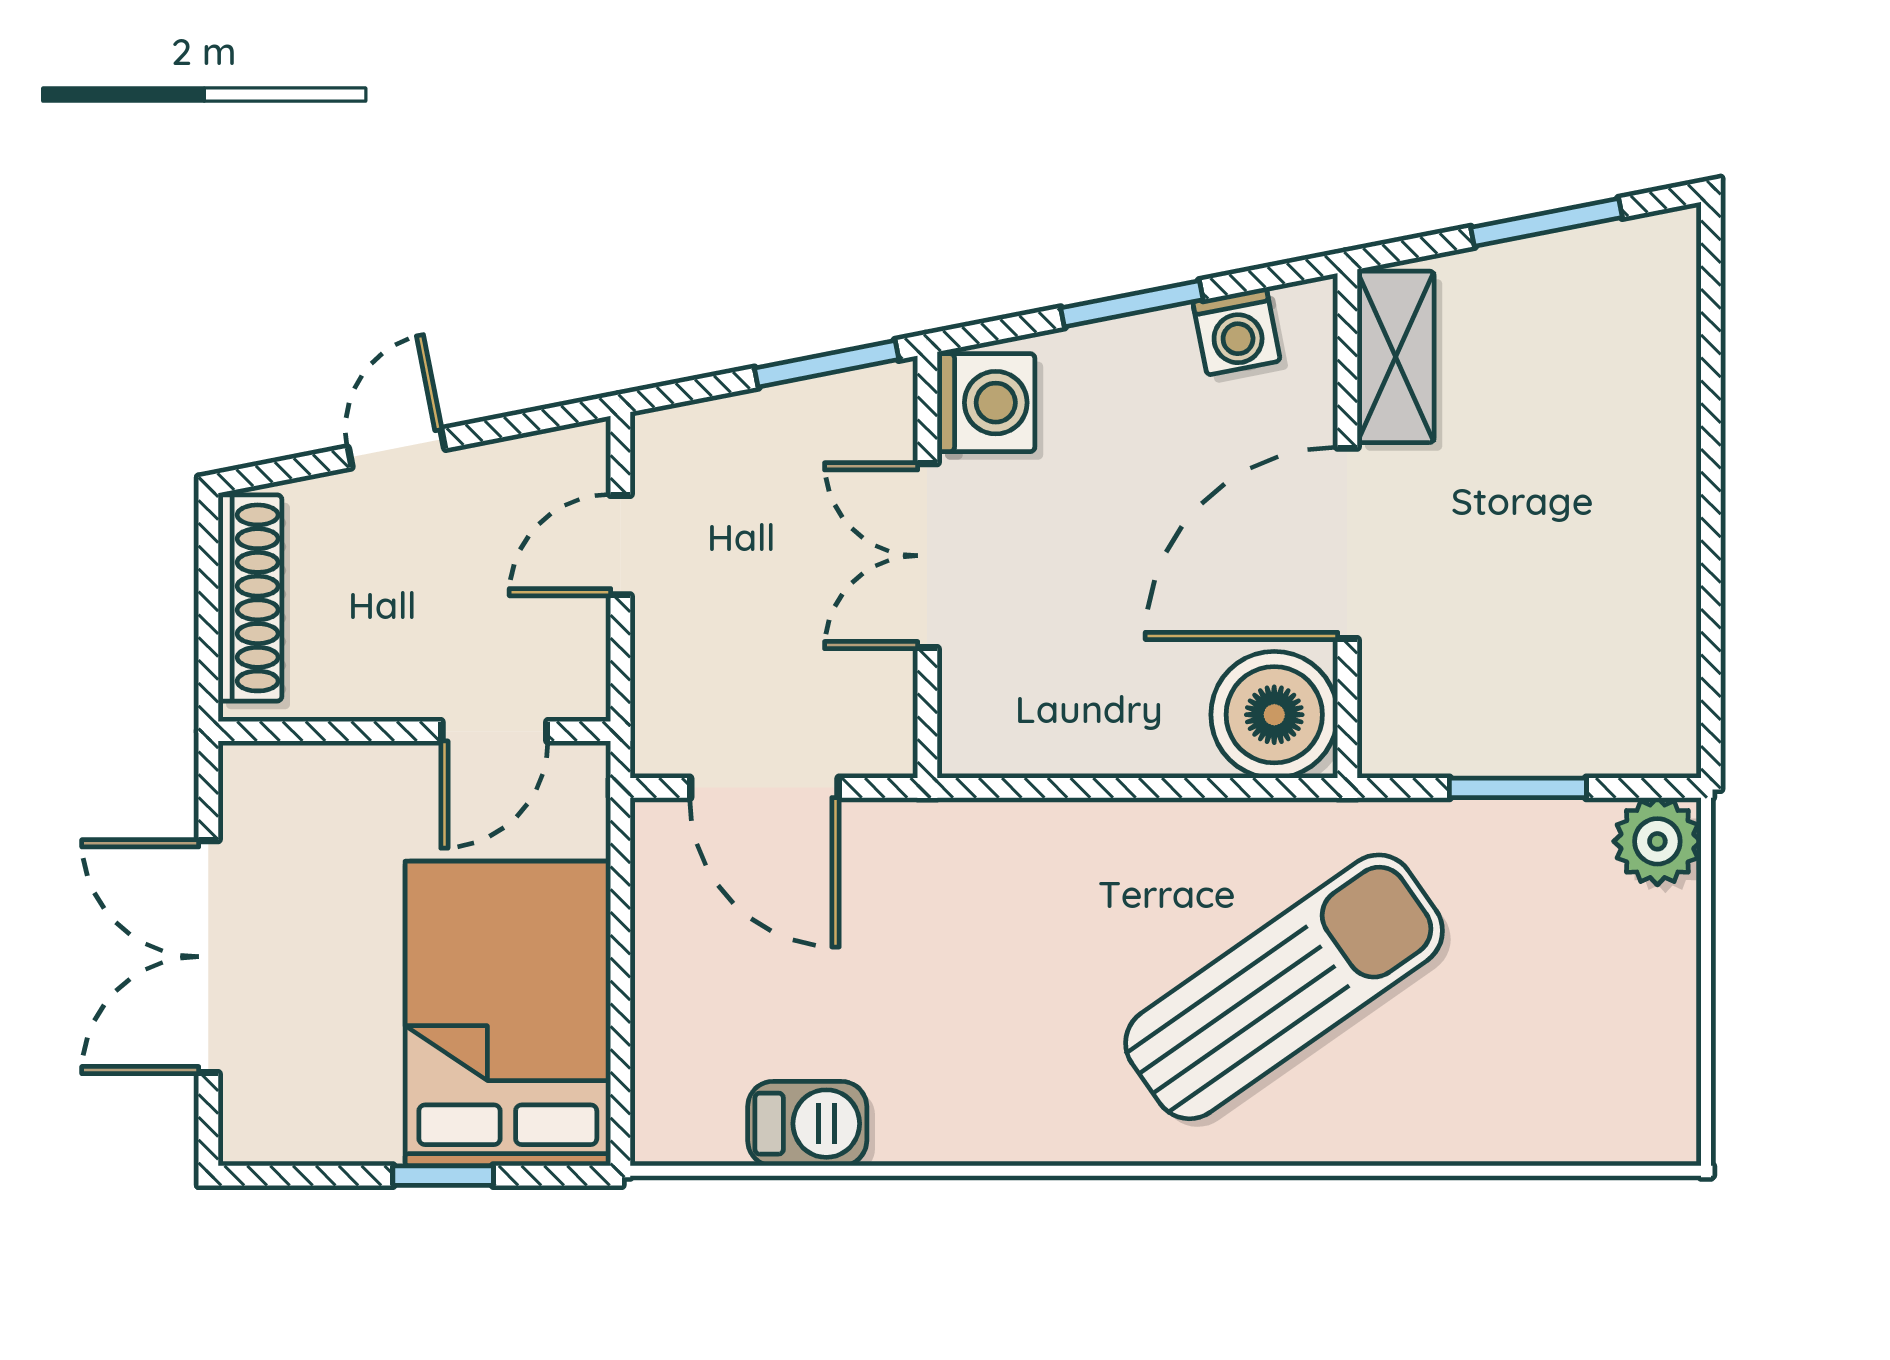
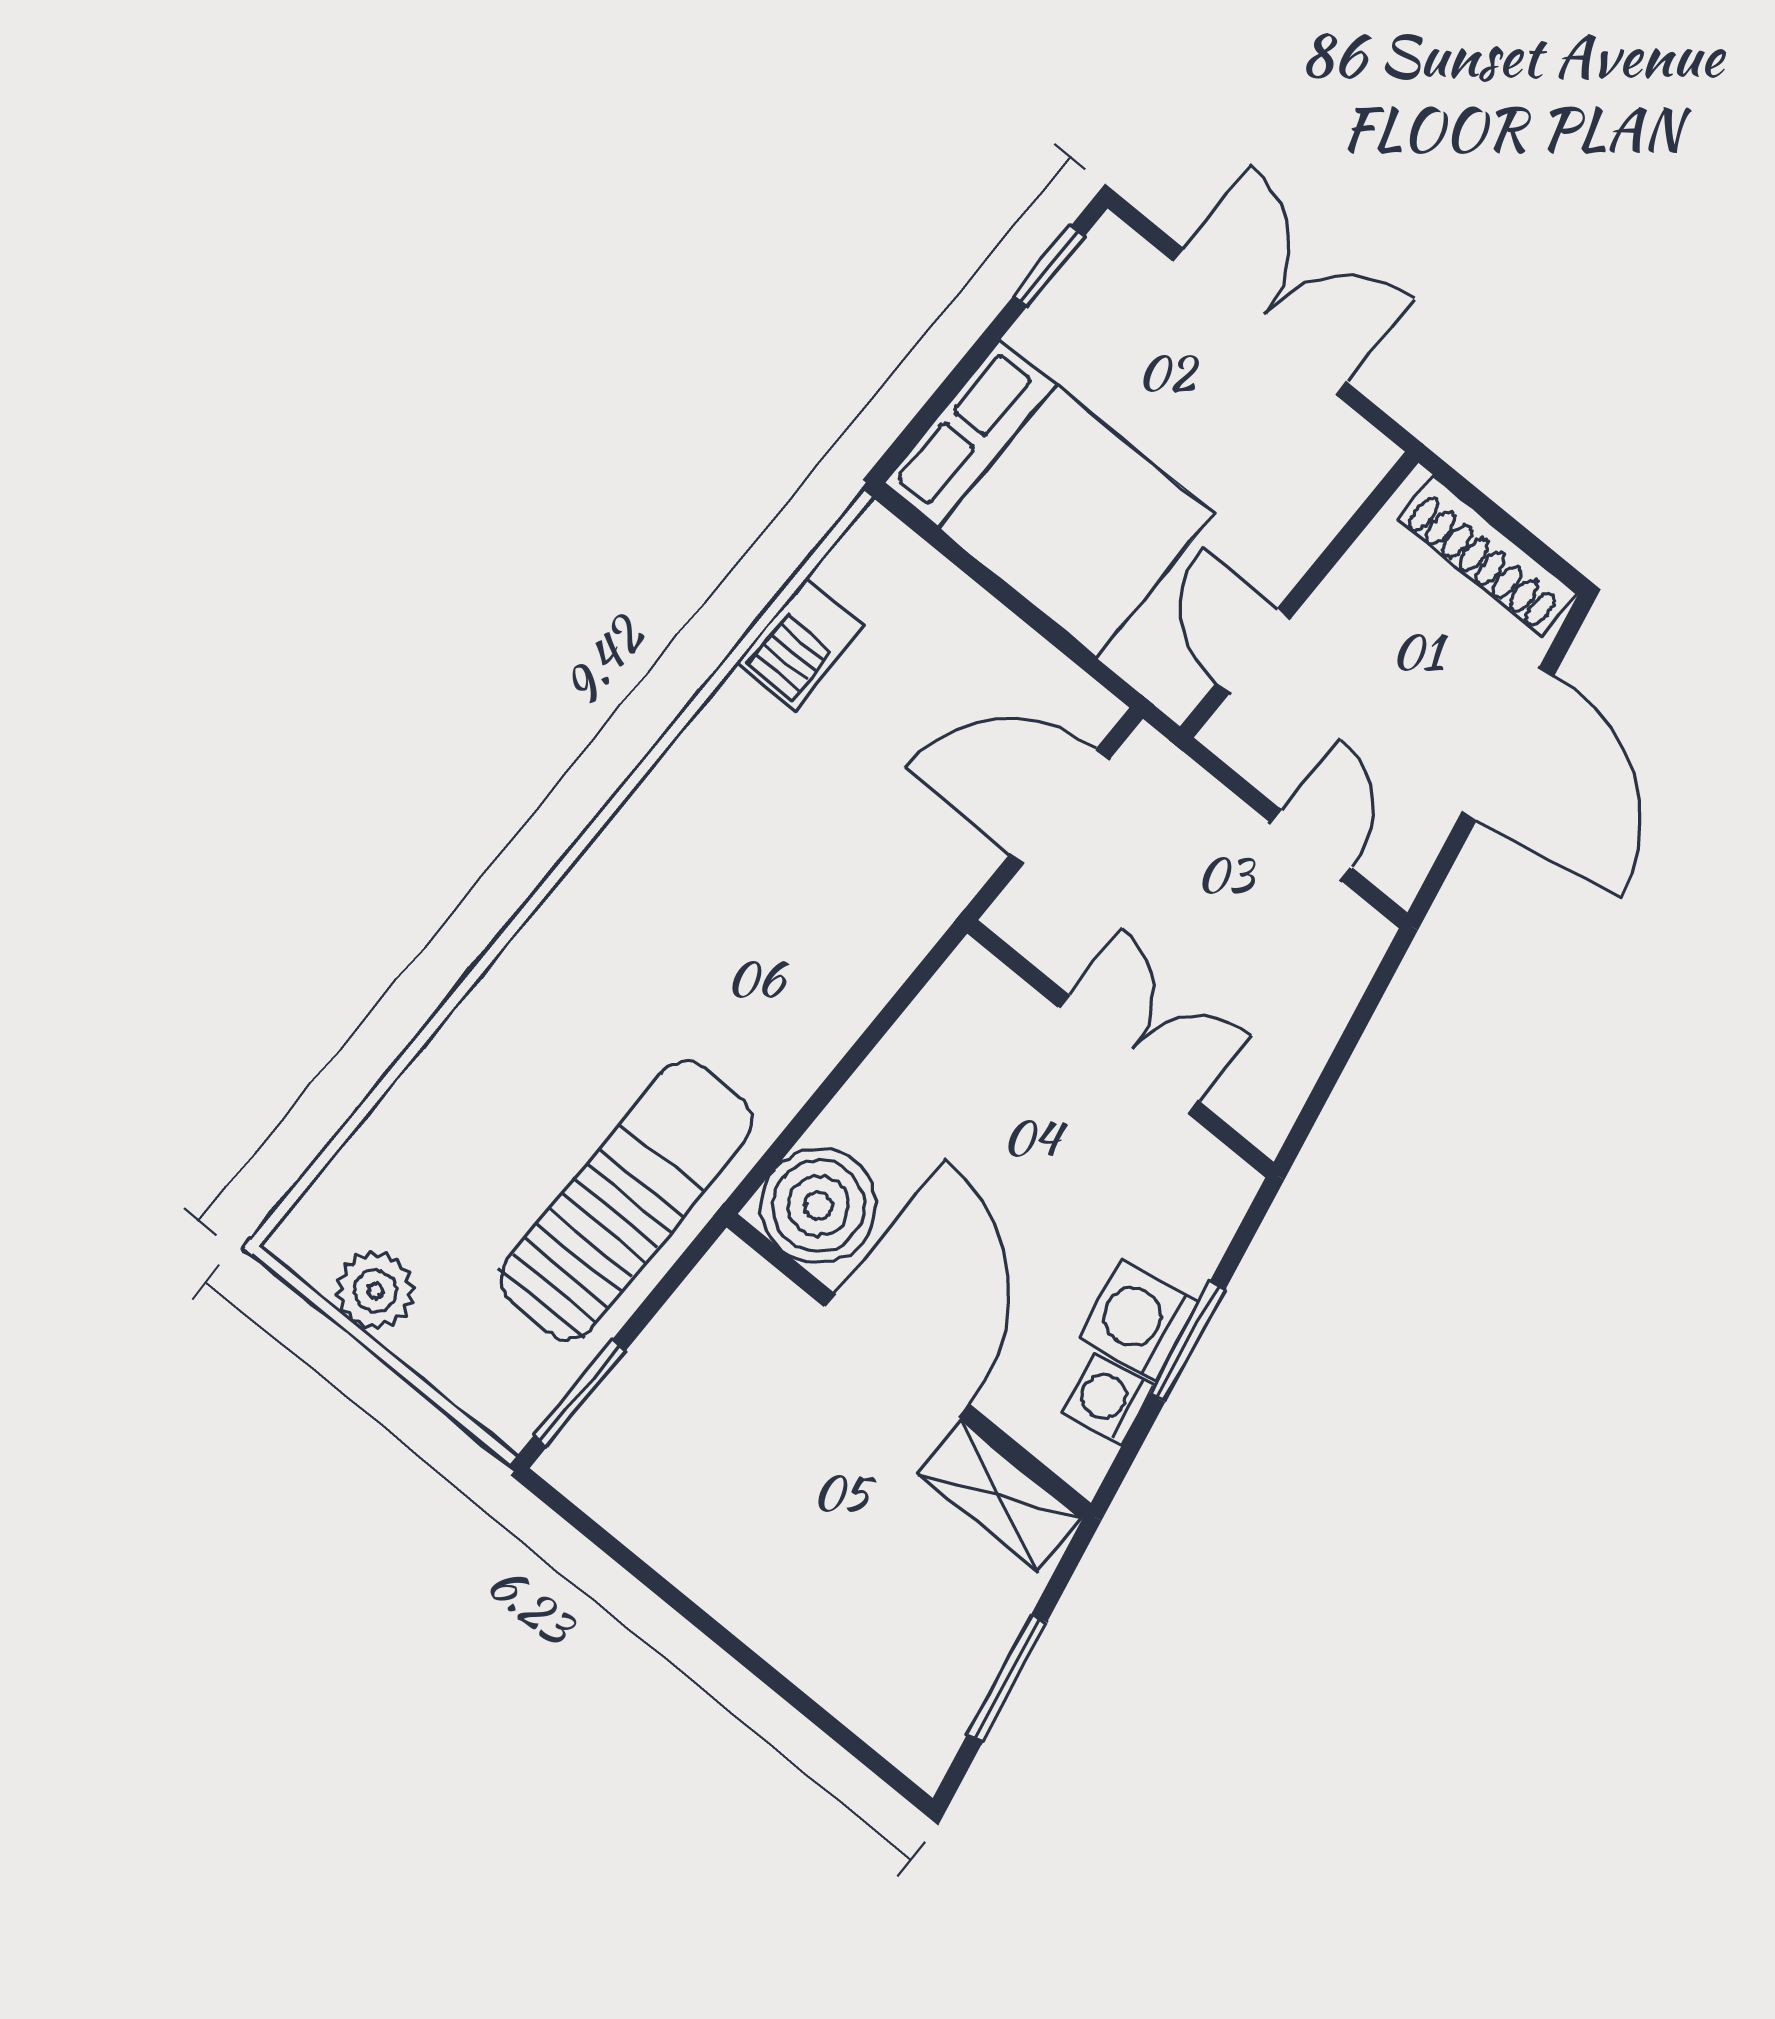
window: (827, 364) -> (1320, 1094), removed
washing machine: (986, 403) -> (1139, 1320), moved, turned 79
door: (396, 448) -> (1508, 744), width x1.87
window: (1518, 788) -> (579, 1393), moved
plant: (1657, 841) -> (375, 1291), moved
sun lounger: (1284, 987) -> (626, 1200), moved, turned -145
window: (443, 1176) -> (1049, 266), moved

